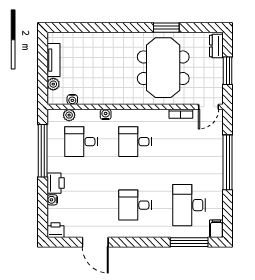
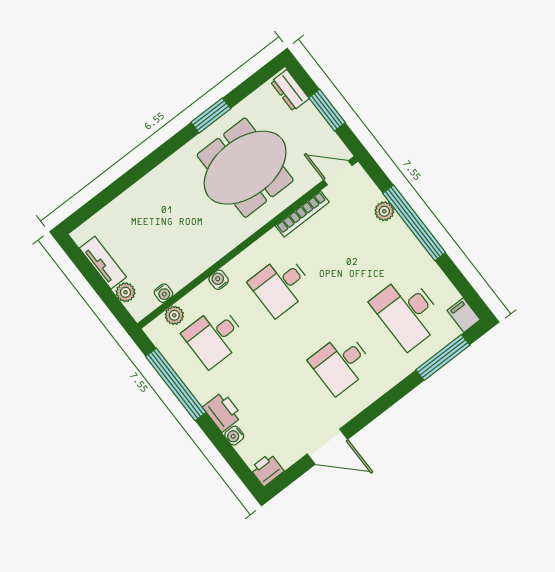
meeting table: (163, 68) -> (245, 168), turned 90
door: (208, 107) -> (338, 173), swing flipped
bookcase: (181, 114) -> (302, 214), width x1.56
plant: (217, 145) -> (384, 211), added

